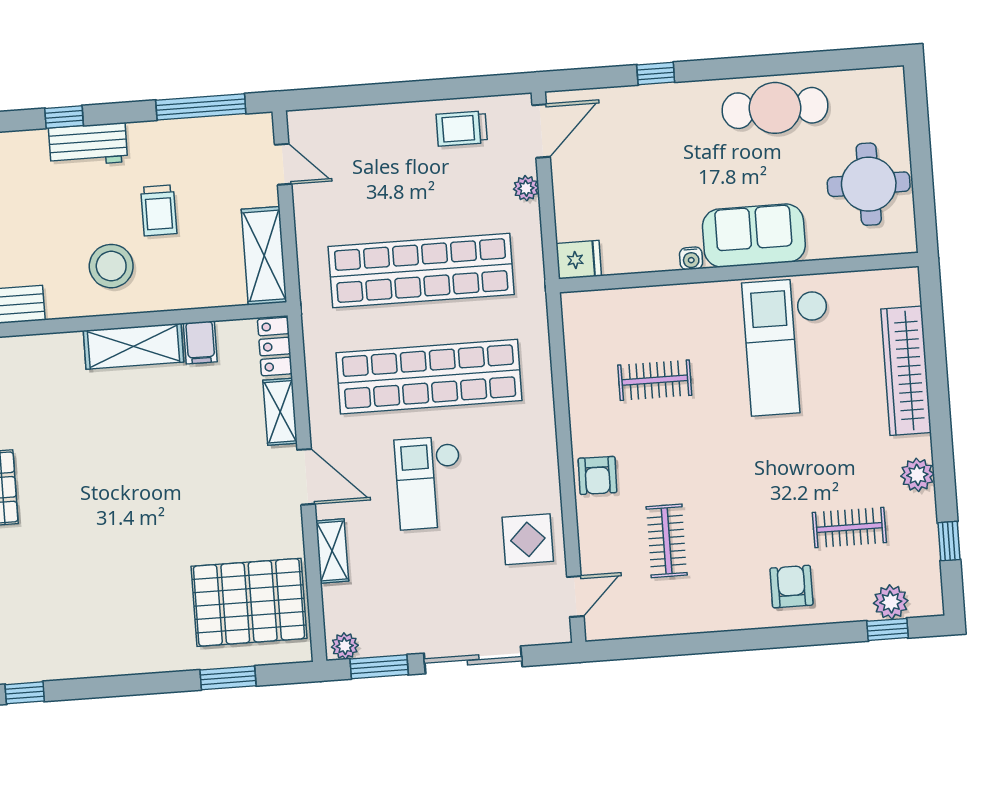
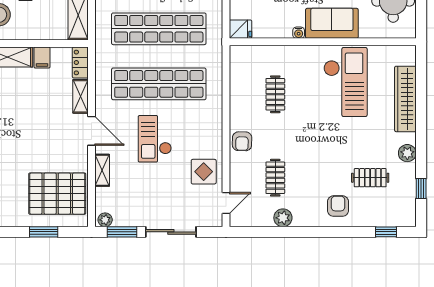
checkout: (788, 347) -> (345, 82), turned 180
clothes rail: (655, 380) -> (275, 94), turned 90
plant: (891, 602) -> (283, 218), moved

